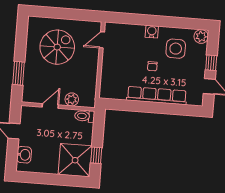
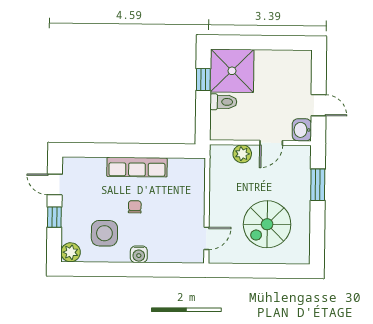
row of seats: (157, 96) -> (137, 167), width x0.73
toilet: (85, 116) -> (223, 102), moved
washbasin: (24, 155) -> (302, 130), moved

